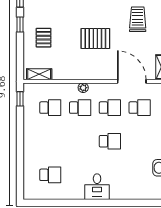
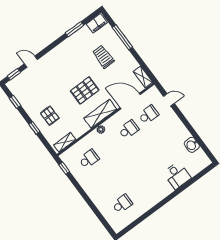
window: (20, 25) -> (34, 128), moved
shelving: (94, 72) -> (100, 114), added
school desk: (80, 108) -> (109, 144), removed
school desk: (110, 141) -> (145, 152), removed
desk: (97, 187) -> (177, 175), moved

